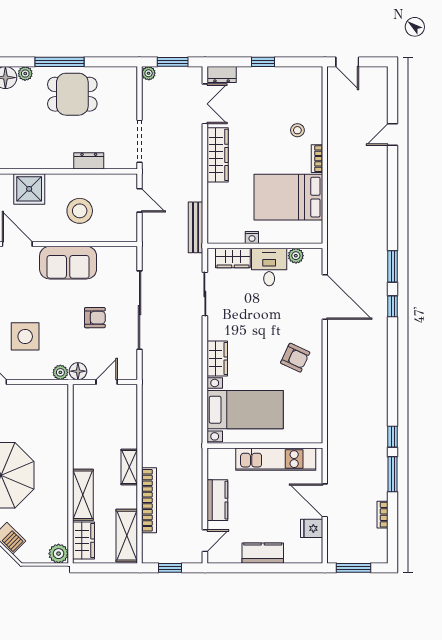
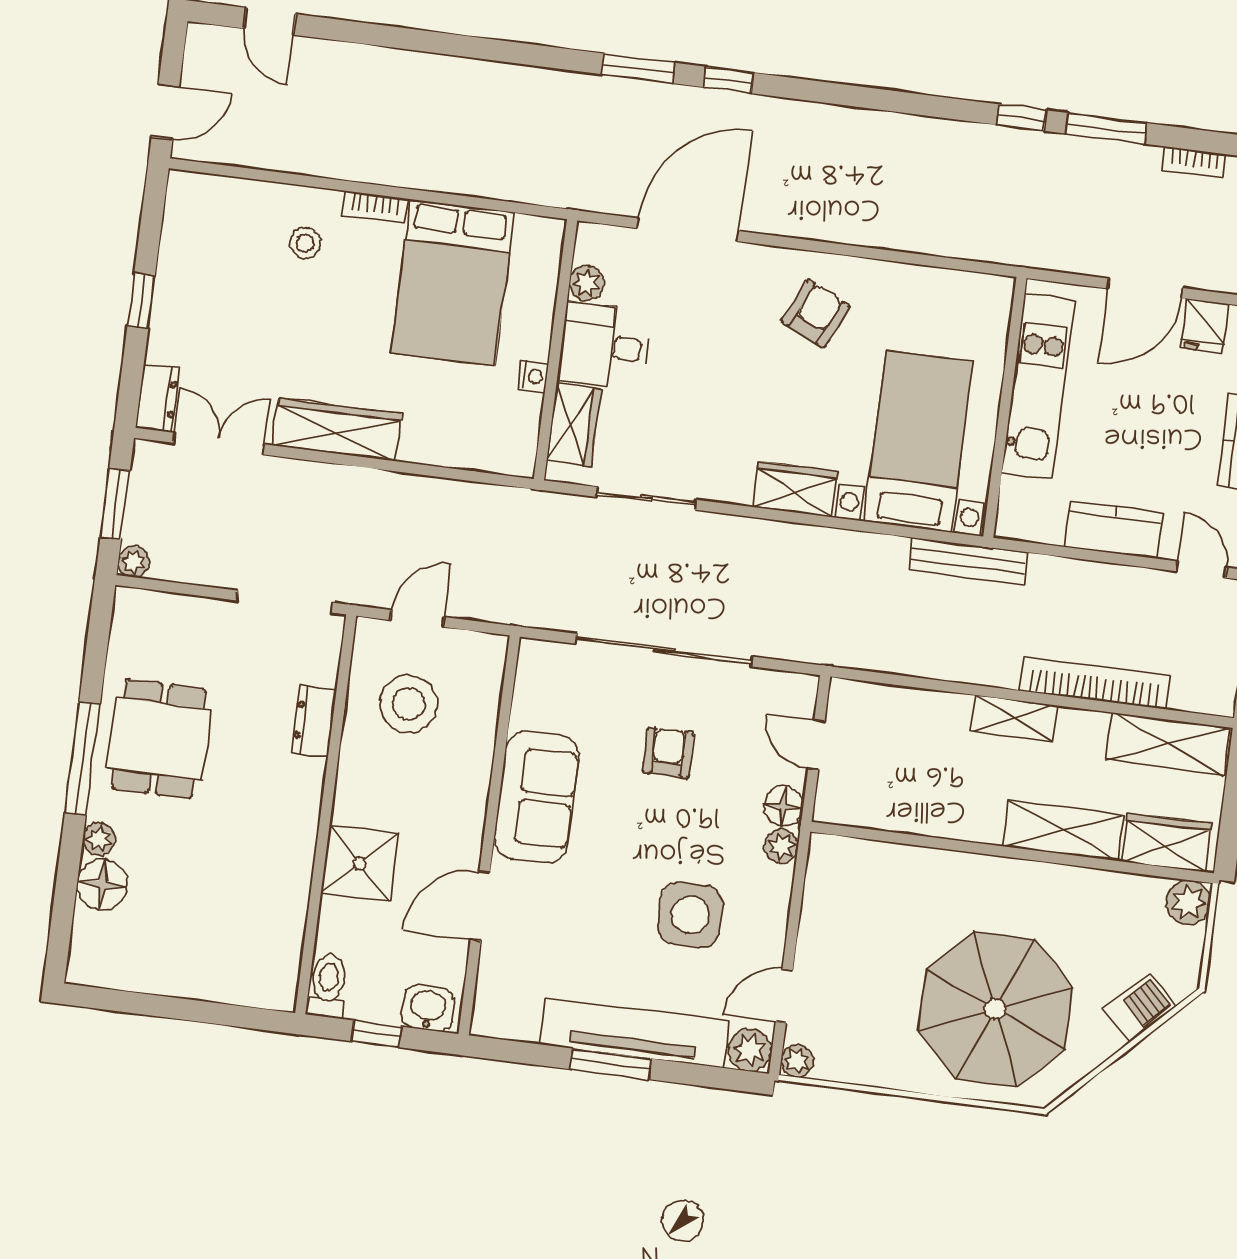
door: (393, 135) -> (270, 21), moved
stool: (80, 211) -> (408, 704), moved
bench: (196, 227) -> (968, 561), moved

